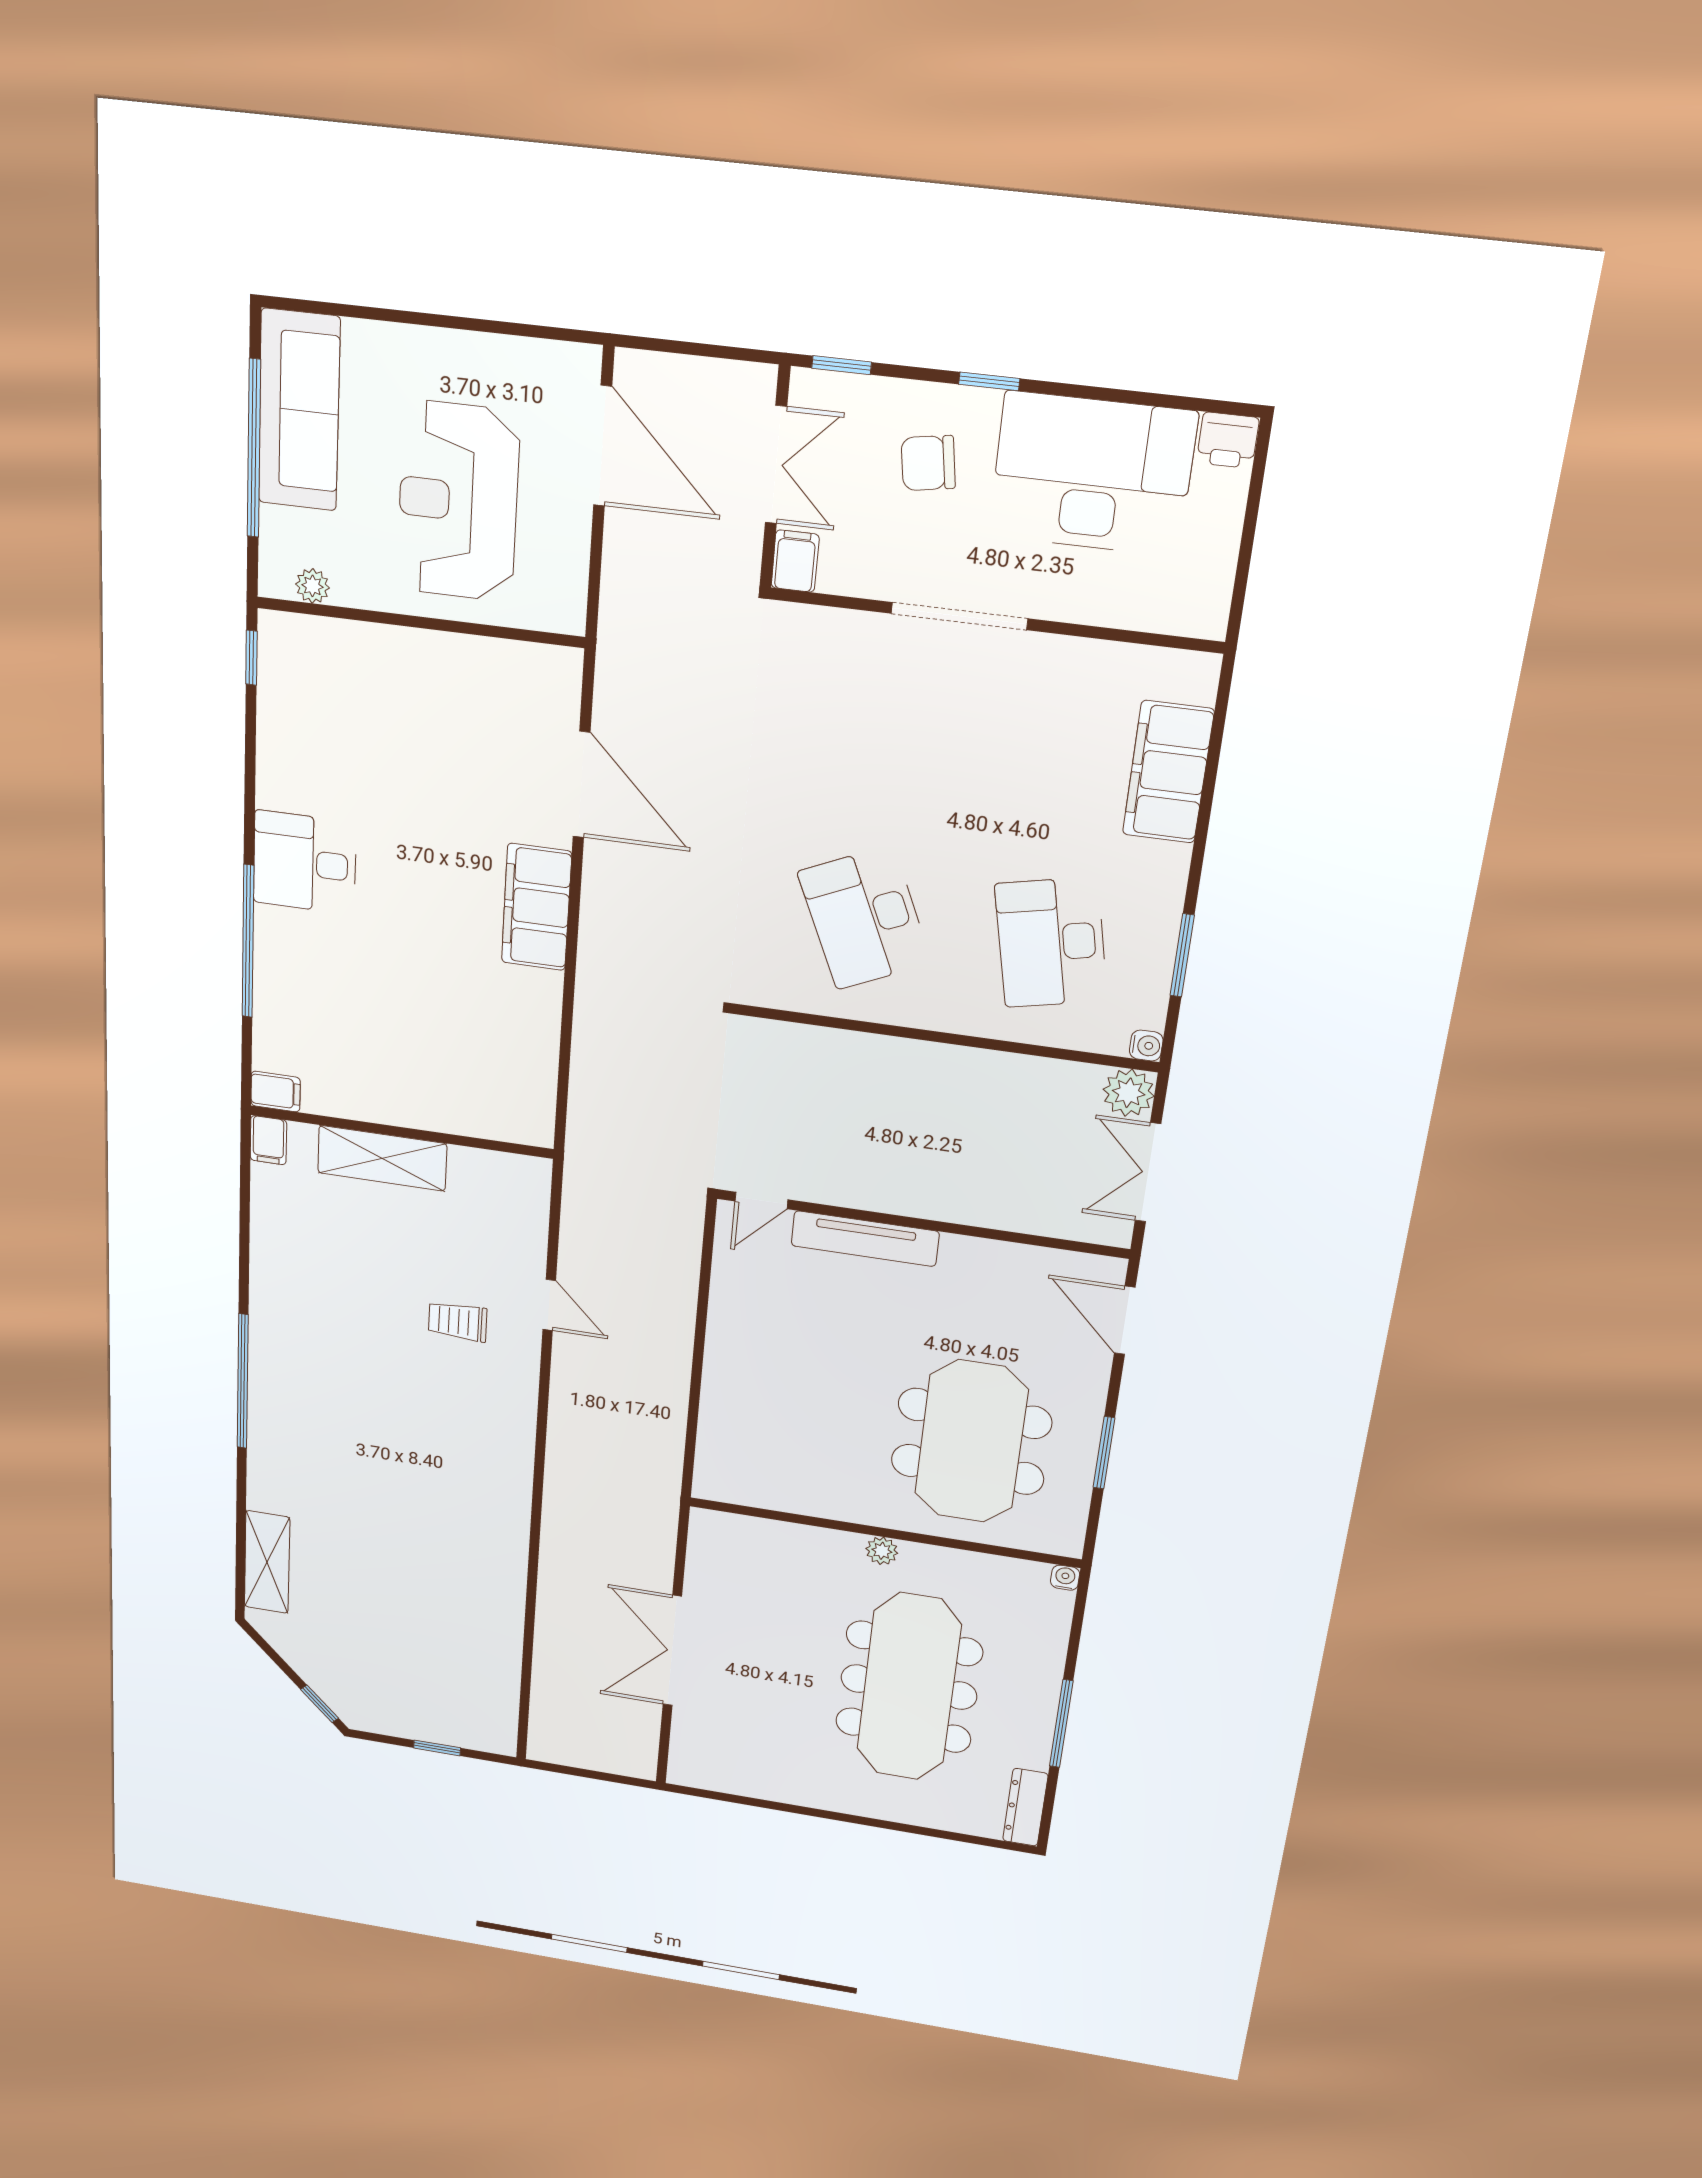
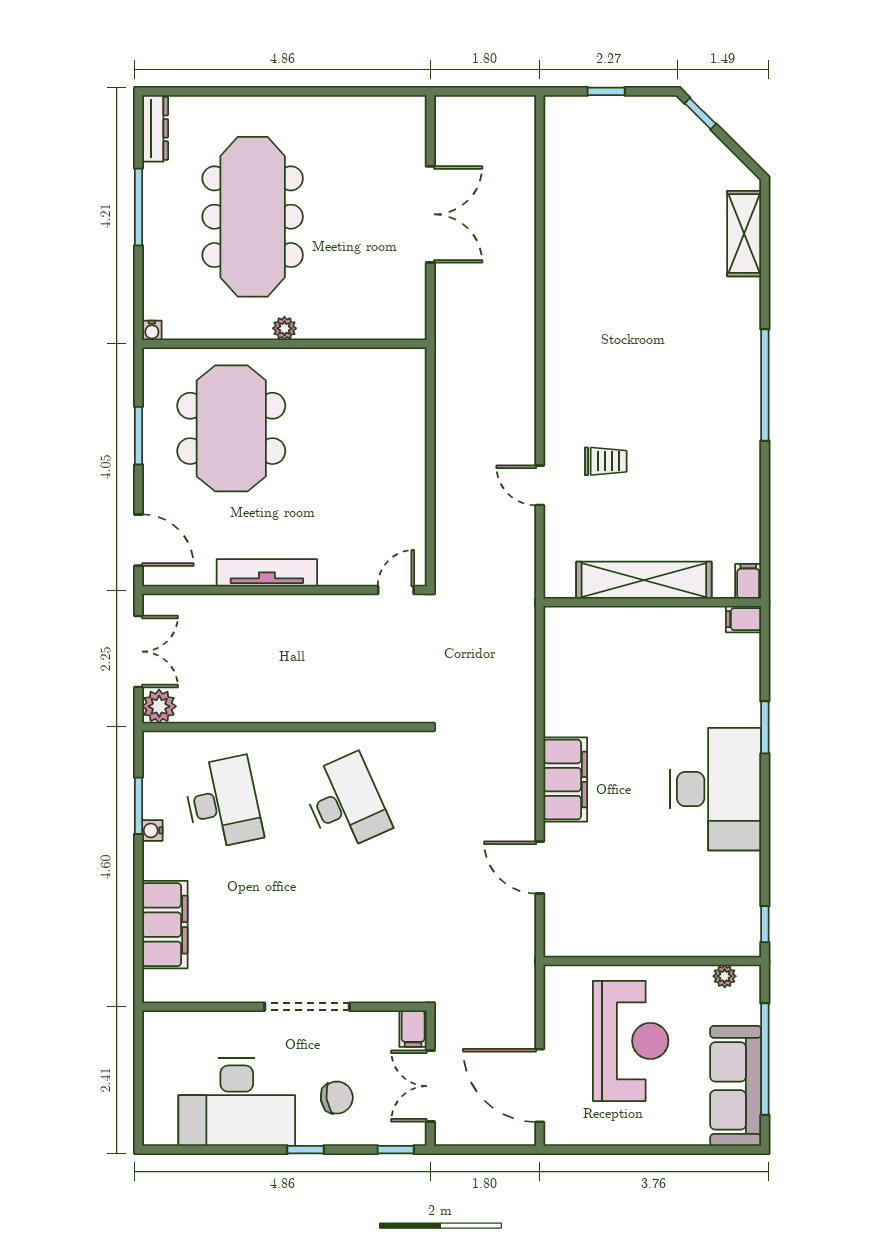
printer: (1228, 440) -> (159, 1131), removed
door: (582, 785) -> (540, 868), width x0.73
desk: (305, 862) -> (715, 789), width x1.87, depth x1.30
window: (248, 941) -> (765, 727), width x0.47
water cooler: (1146, 1046) -> (152, 830), moved
shelving: (382, 1158) -> (644, 580), width x1.47
tv unit: (865, 1239) -> (267, 573), moved

